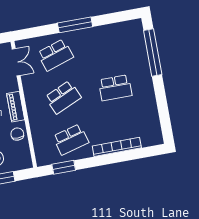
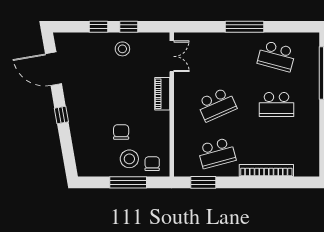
school desk: (55, 55) -> (276, 56), moved, turned 33
piano: (16, 107) -> (162, 94), moved
chair: (17, 134) -> (152, 164), moved

